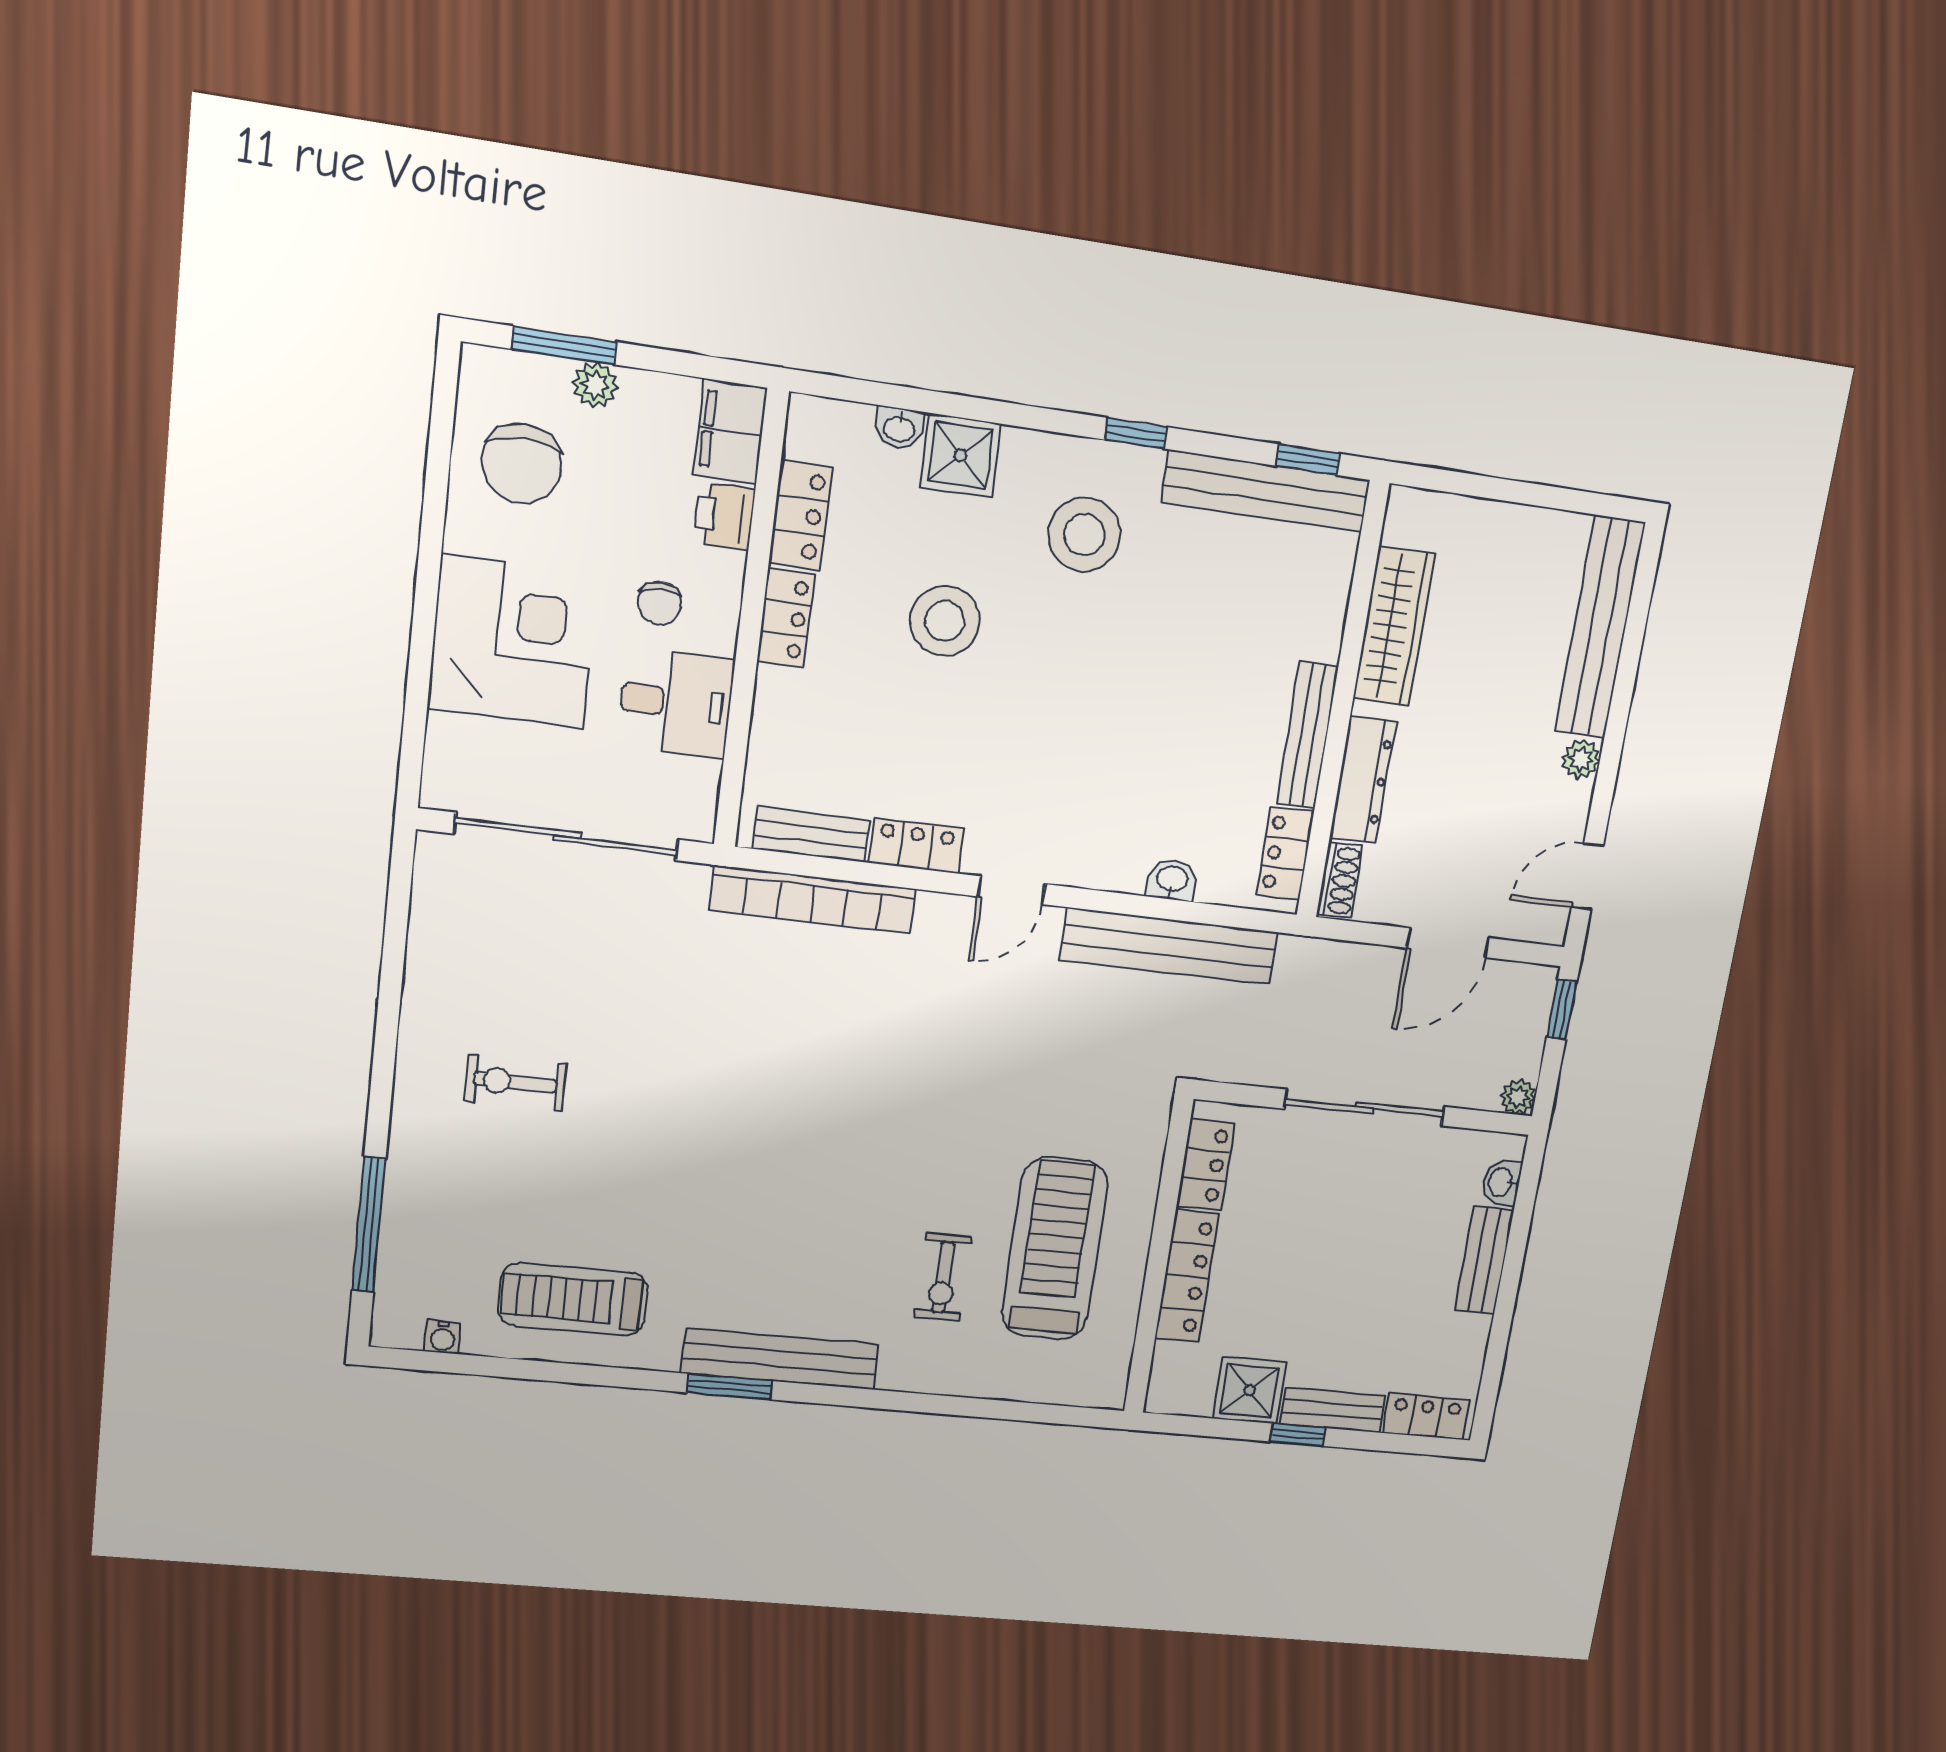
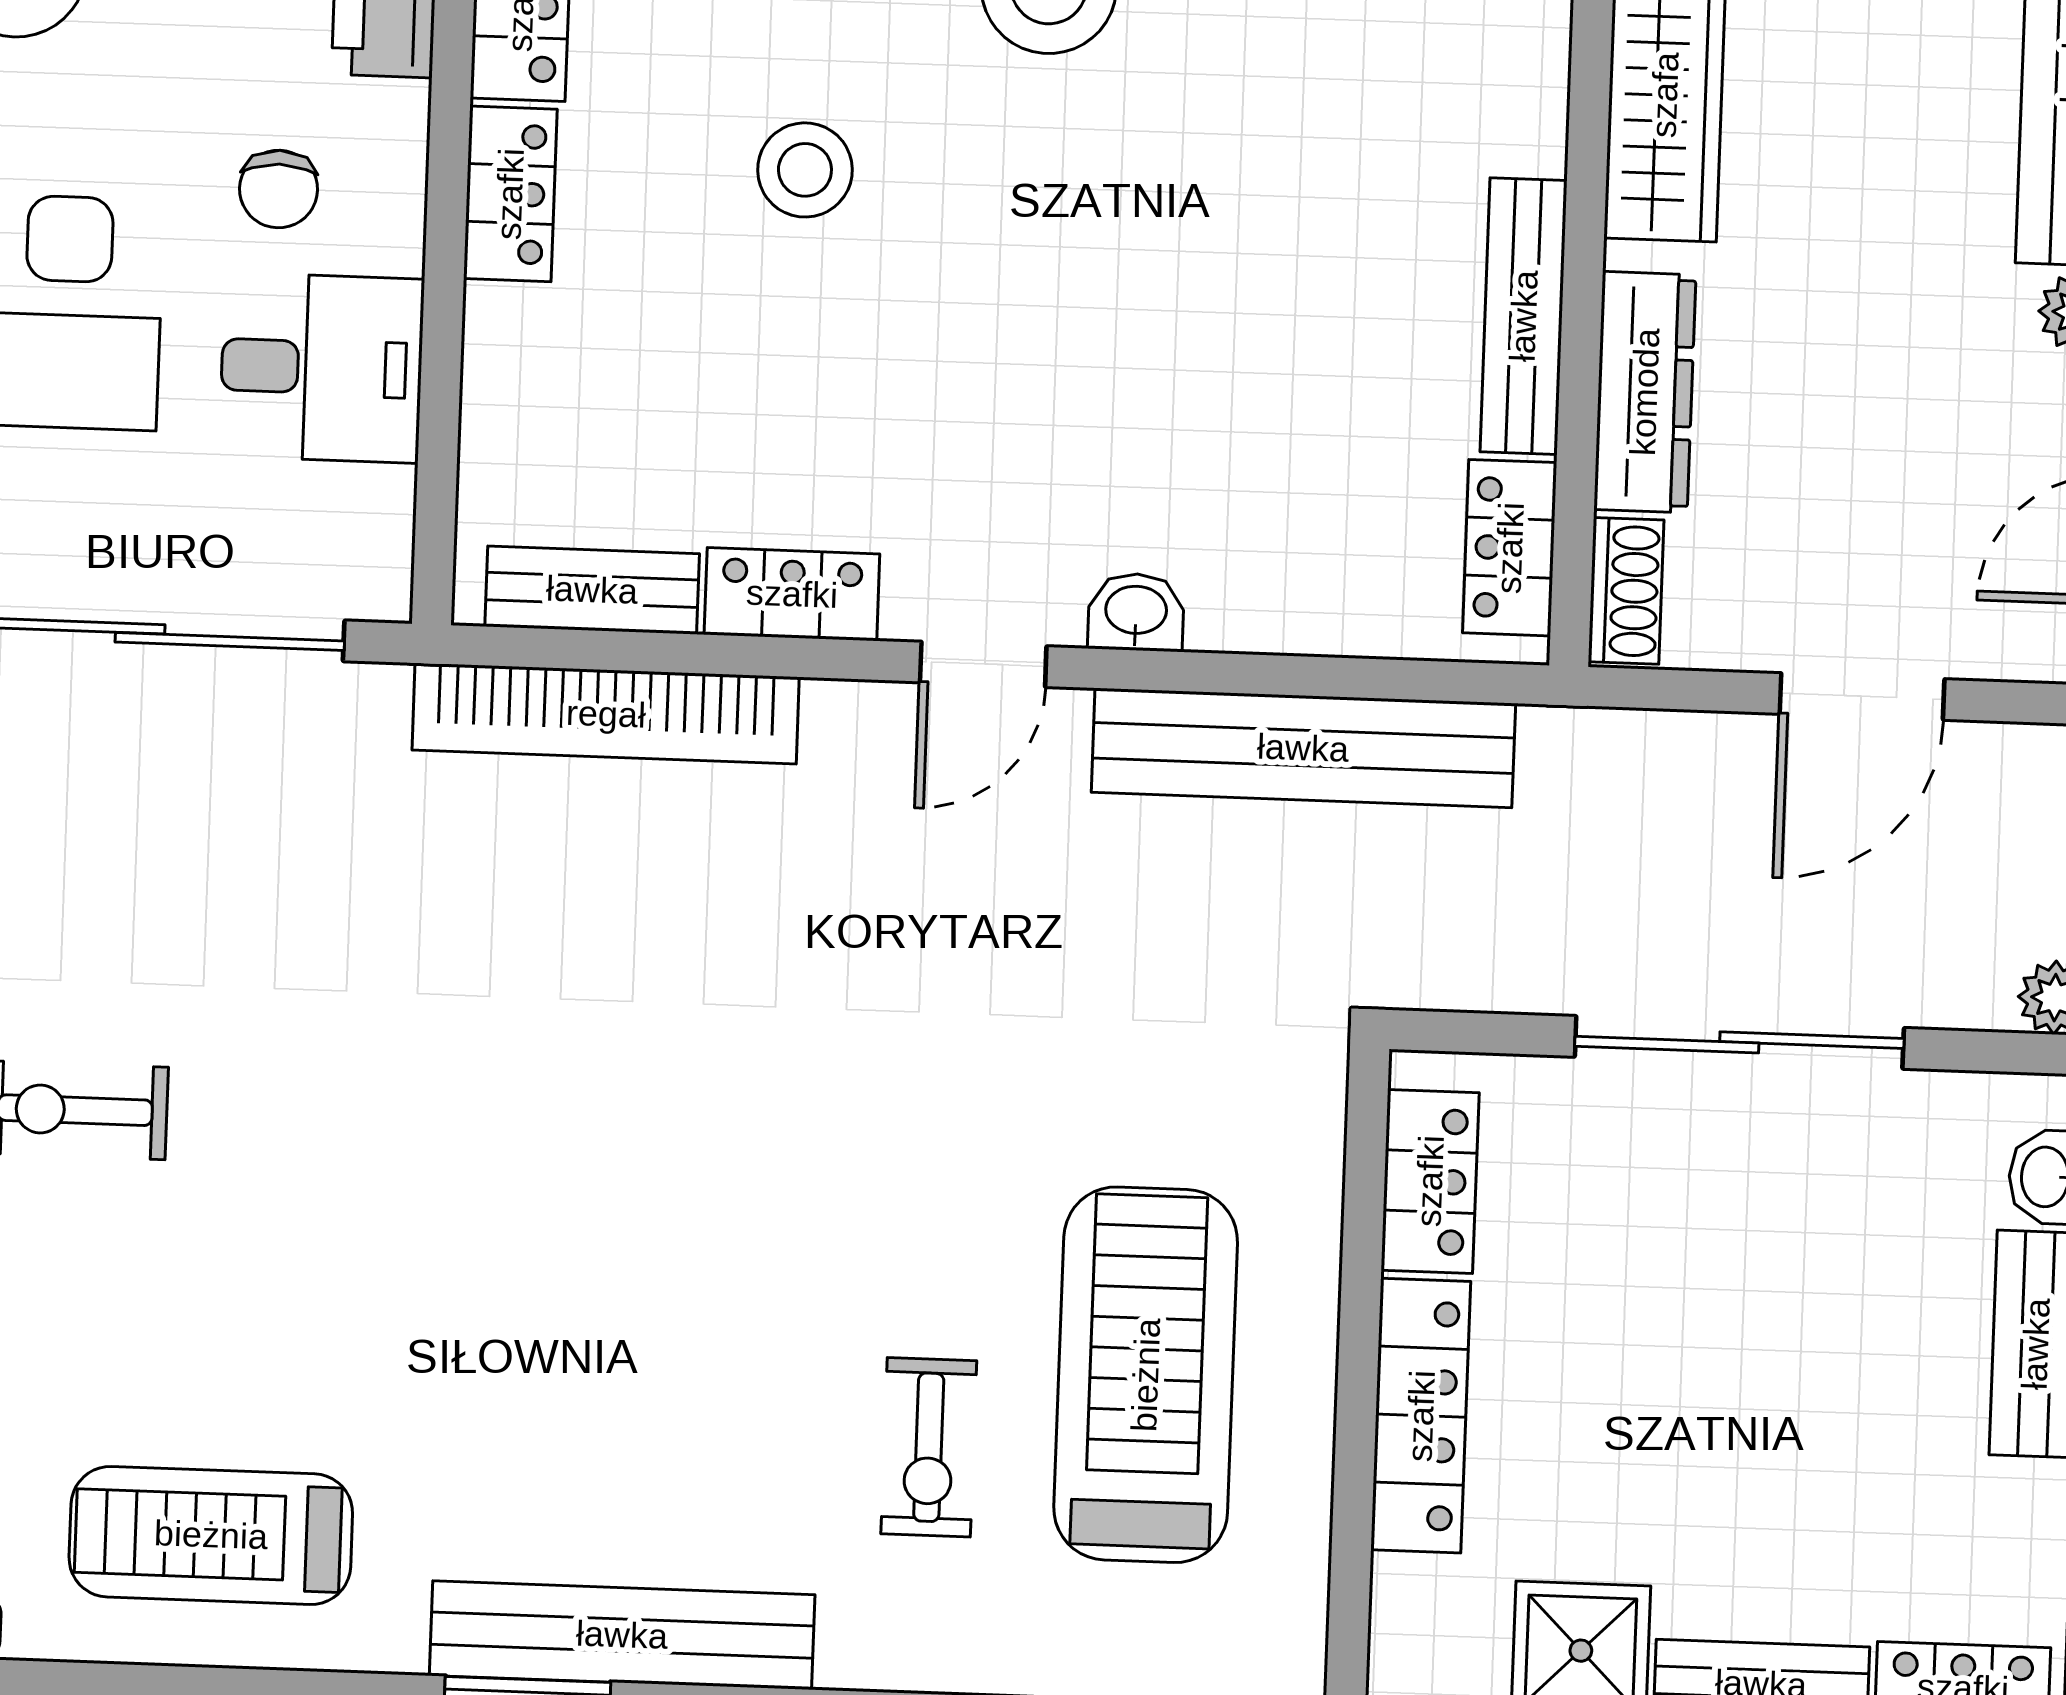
stool: (945, 621) -> (805, 170), width x0.73, depth x0.73
washbasin: (1172, 880) -> (1136, 612), moved

